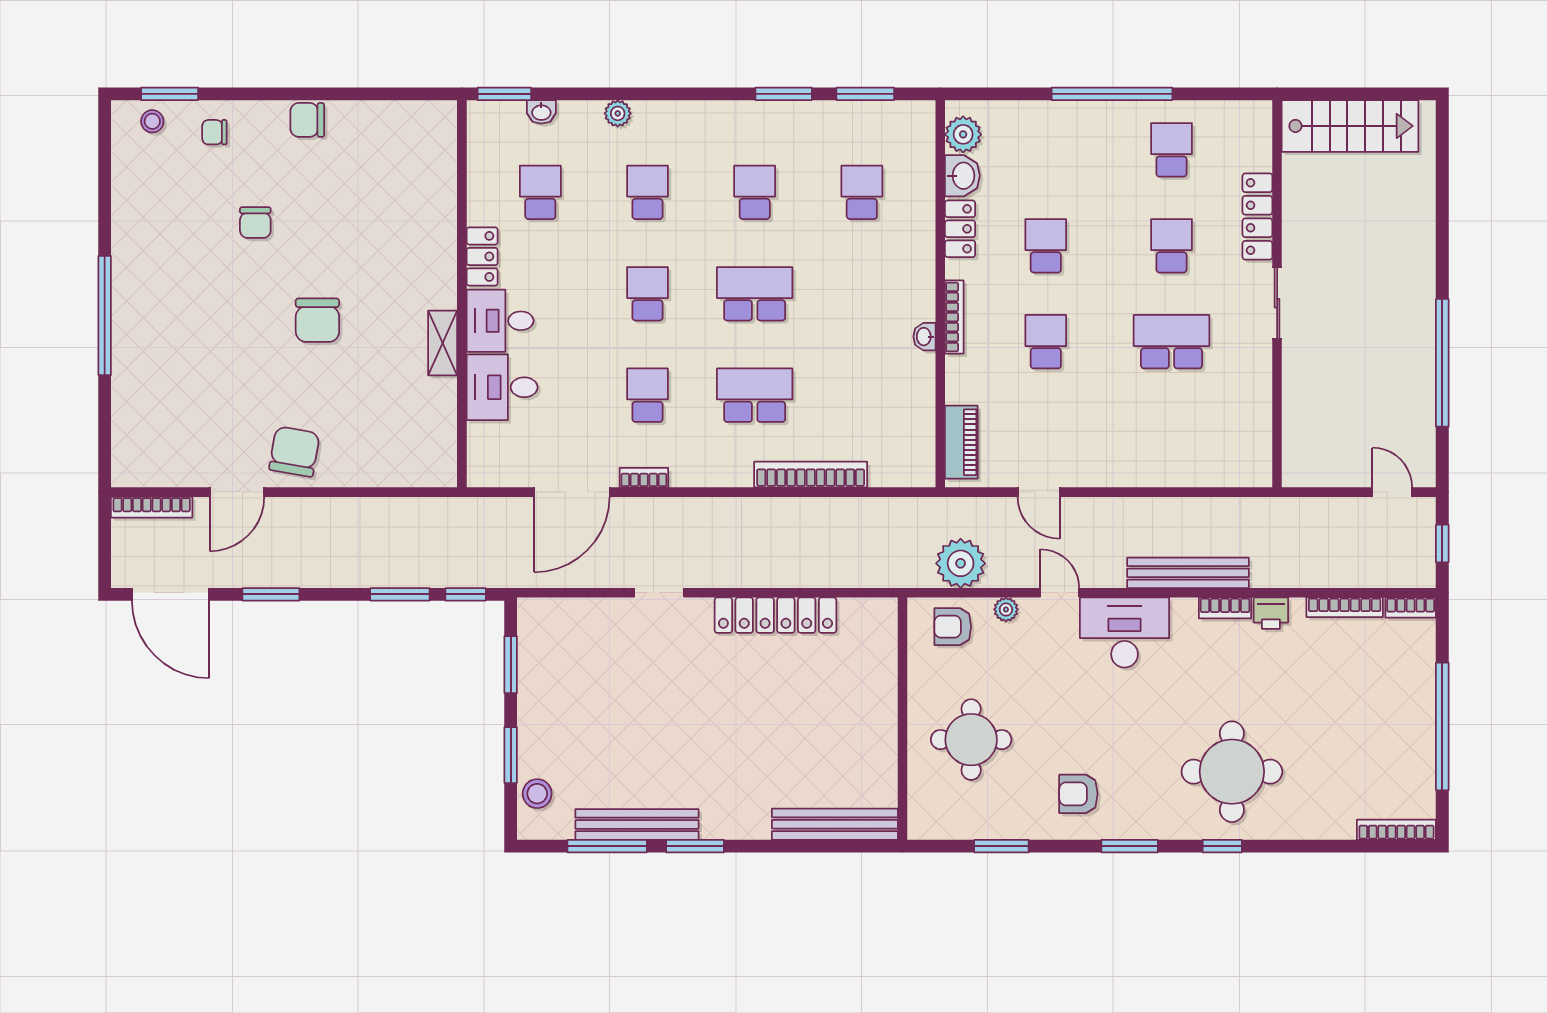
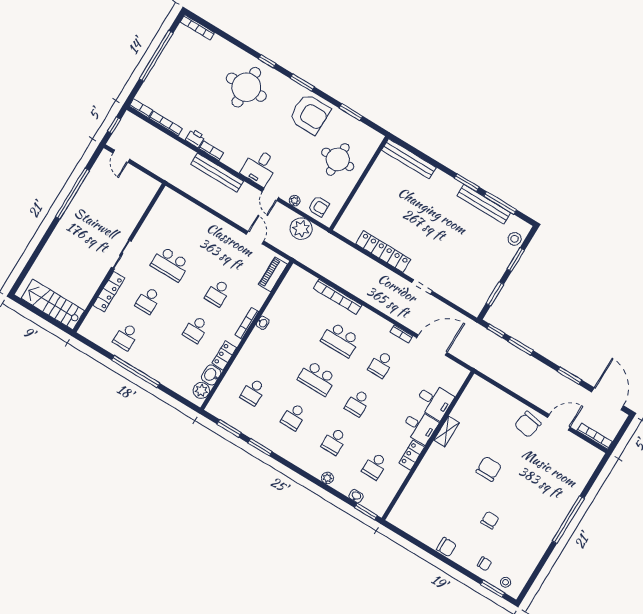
desk: (1125, 633) -> (260, 167), width x0.73
armchair: (1078, 794) -> (310, 114), width x1.88, depth x1.88

